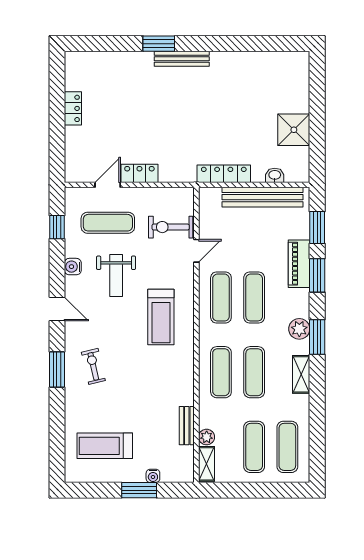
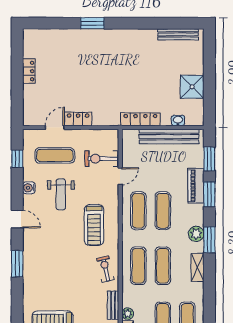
bench: (182, 59) -> (178, 34), moved
exercise bike: (93, 366) -> (105, 269), moved

